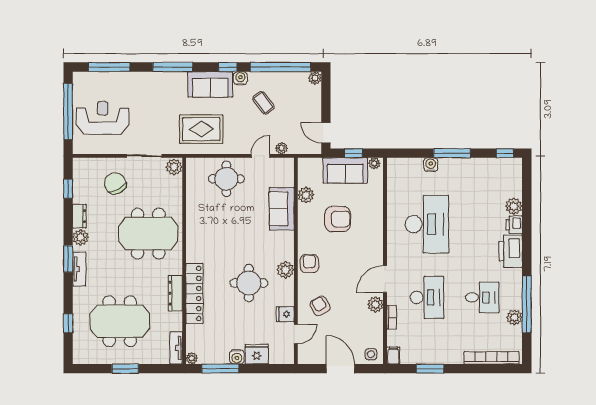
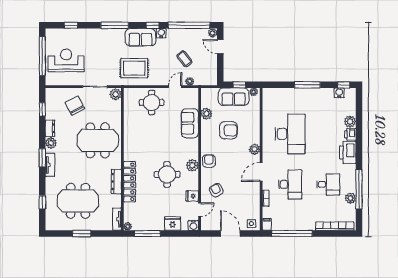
window: (109, 67) -> (71, 25), width x0.46
coffee table: (263, 103) -> (184, 59), moved
door: (326, 133) -> (220, 47), moved
water cooler: (431, 165) -> (339, 93), moved
plant: (375, 304) -> (254, 149), moved
water cooler: (237, 357) -> (193, 225), moved
window: (430, 369) -> (292, 234), width x2.11

